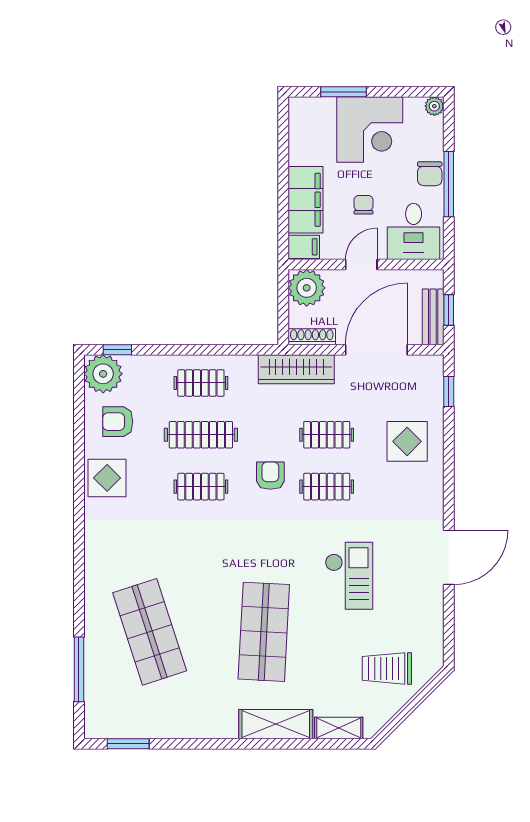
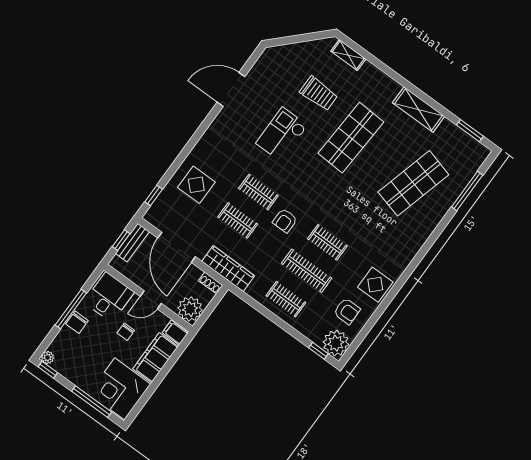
window: (344, 92) -> (92, 402), width x1.44
window: (423, 92) -> (48, 370), added
corner desk: (370, 130) -> (120, 389), moved, turned -90
chair: (430, 174) -> (77, 322), turned 180
shoe rack: (312, 337) -> (211, 283), width x0.70
door: (376, 350) -> (177, 247), hinge flipped
door: (449, 557) -> (231, 89), moved
shop shelf: (150, 632) -> (413, 183), turned 33
trolley: (387, 668) -> (319, 94), moved
shelving: (276, 724) -> (418, 110), moved

